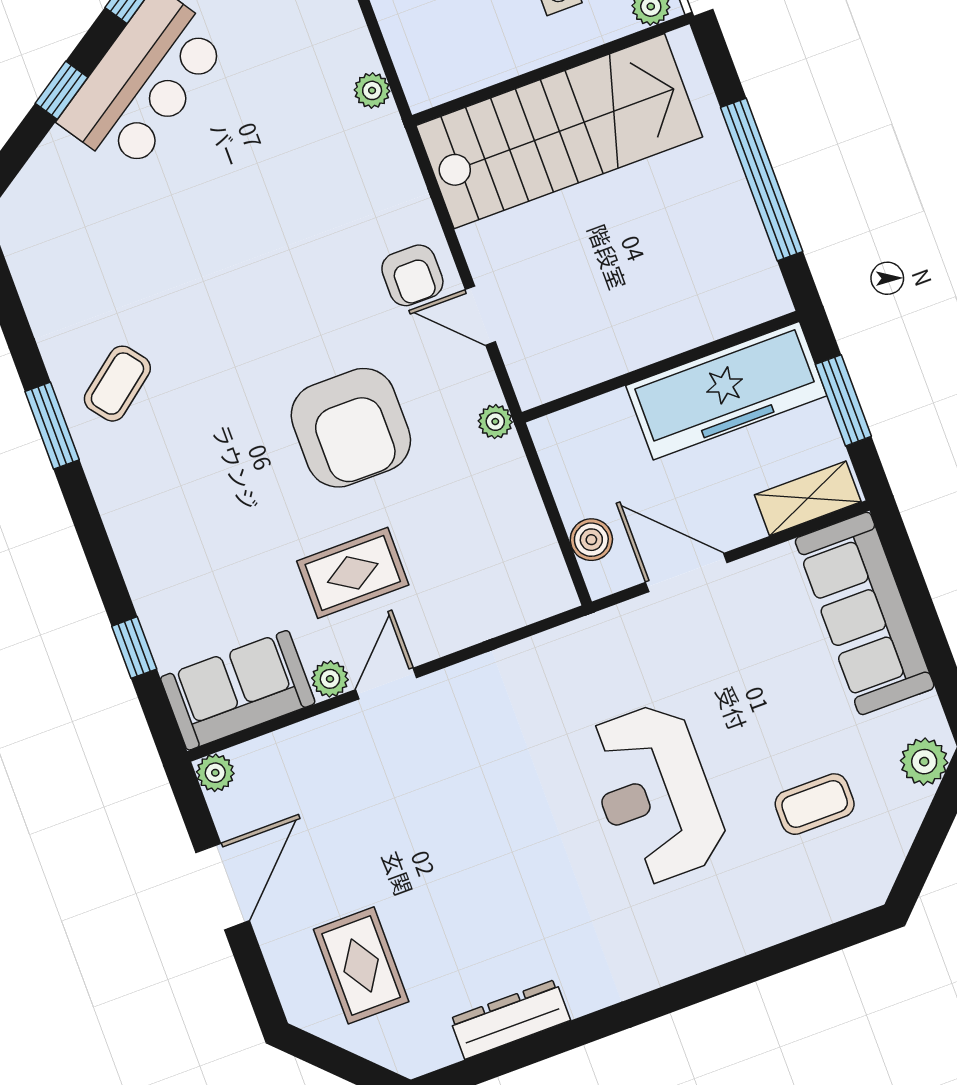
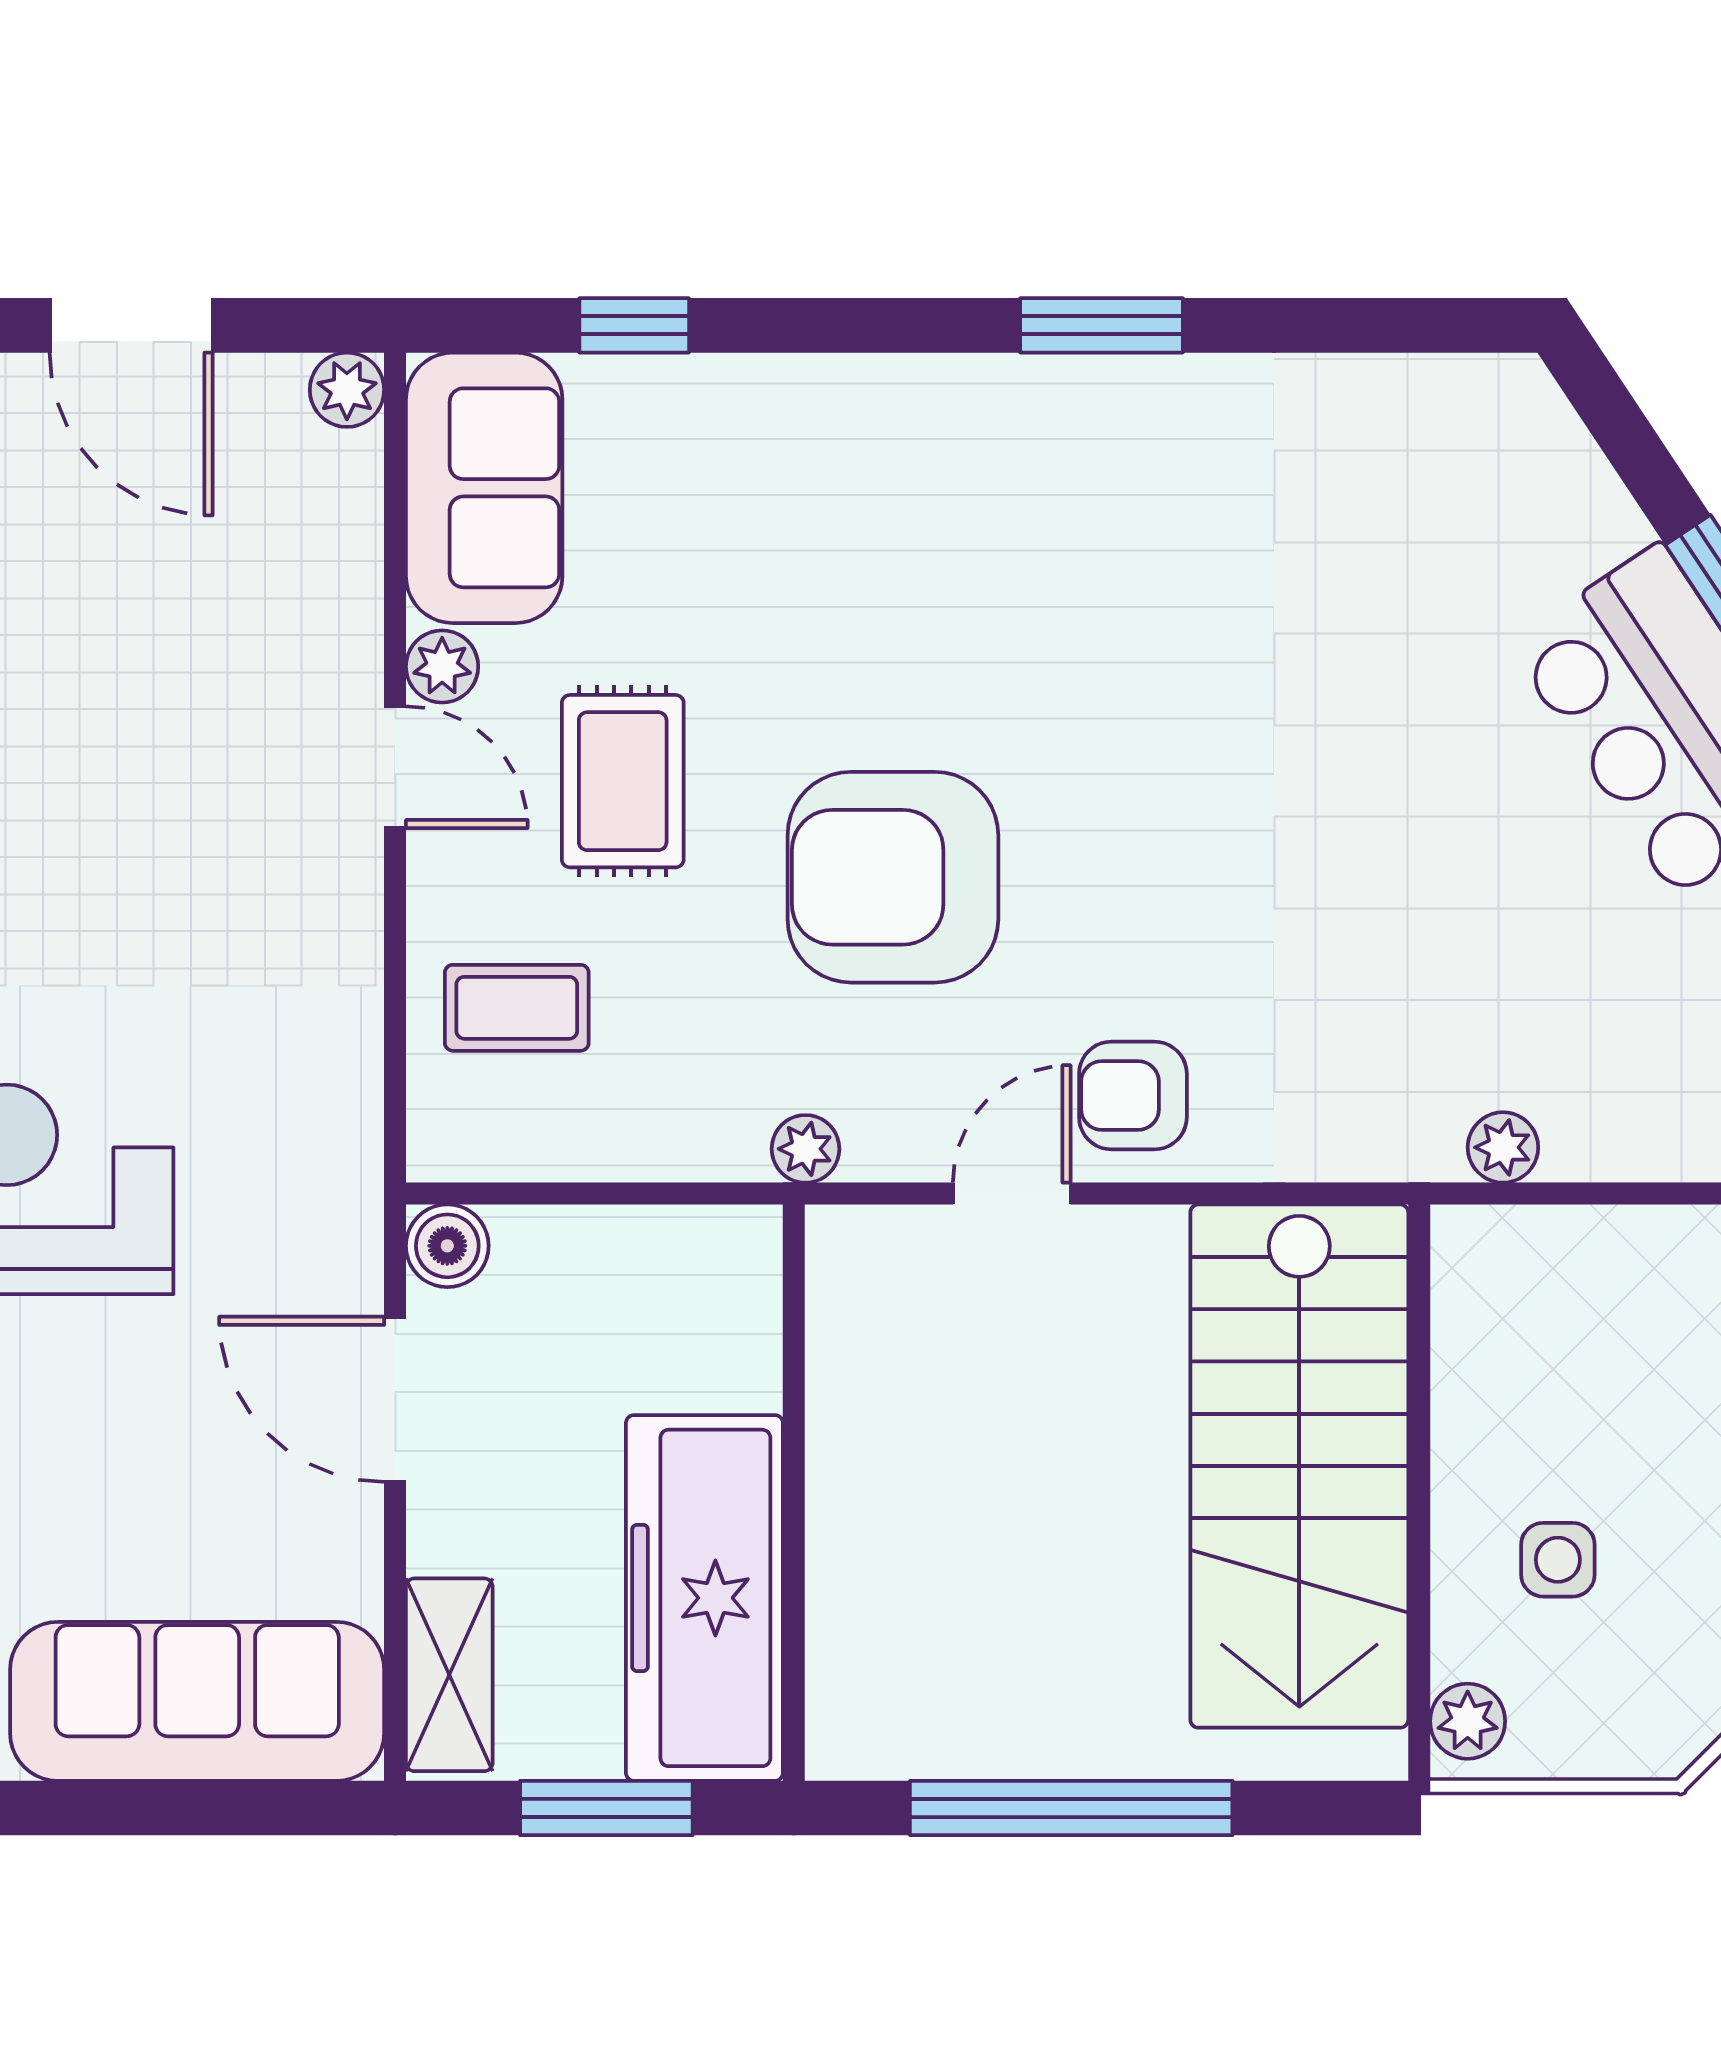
coffee table: (117, 384) -> (517, 1008), moved, turned -52
boiler: (591, 540) -> (447, 1246), moved
door: (686, 572) -> (395, 1399), swing flipped

